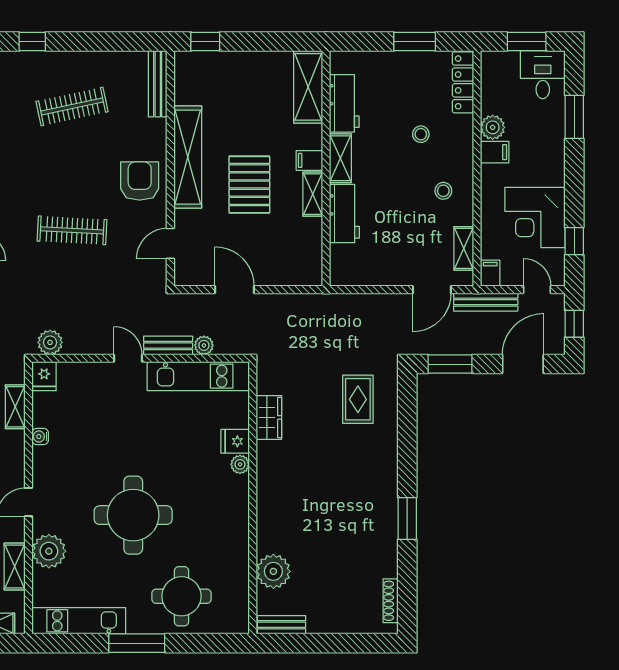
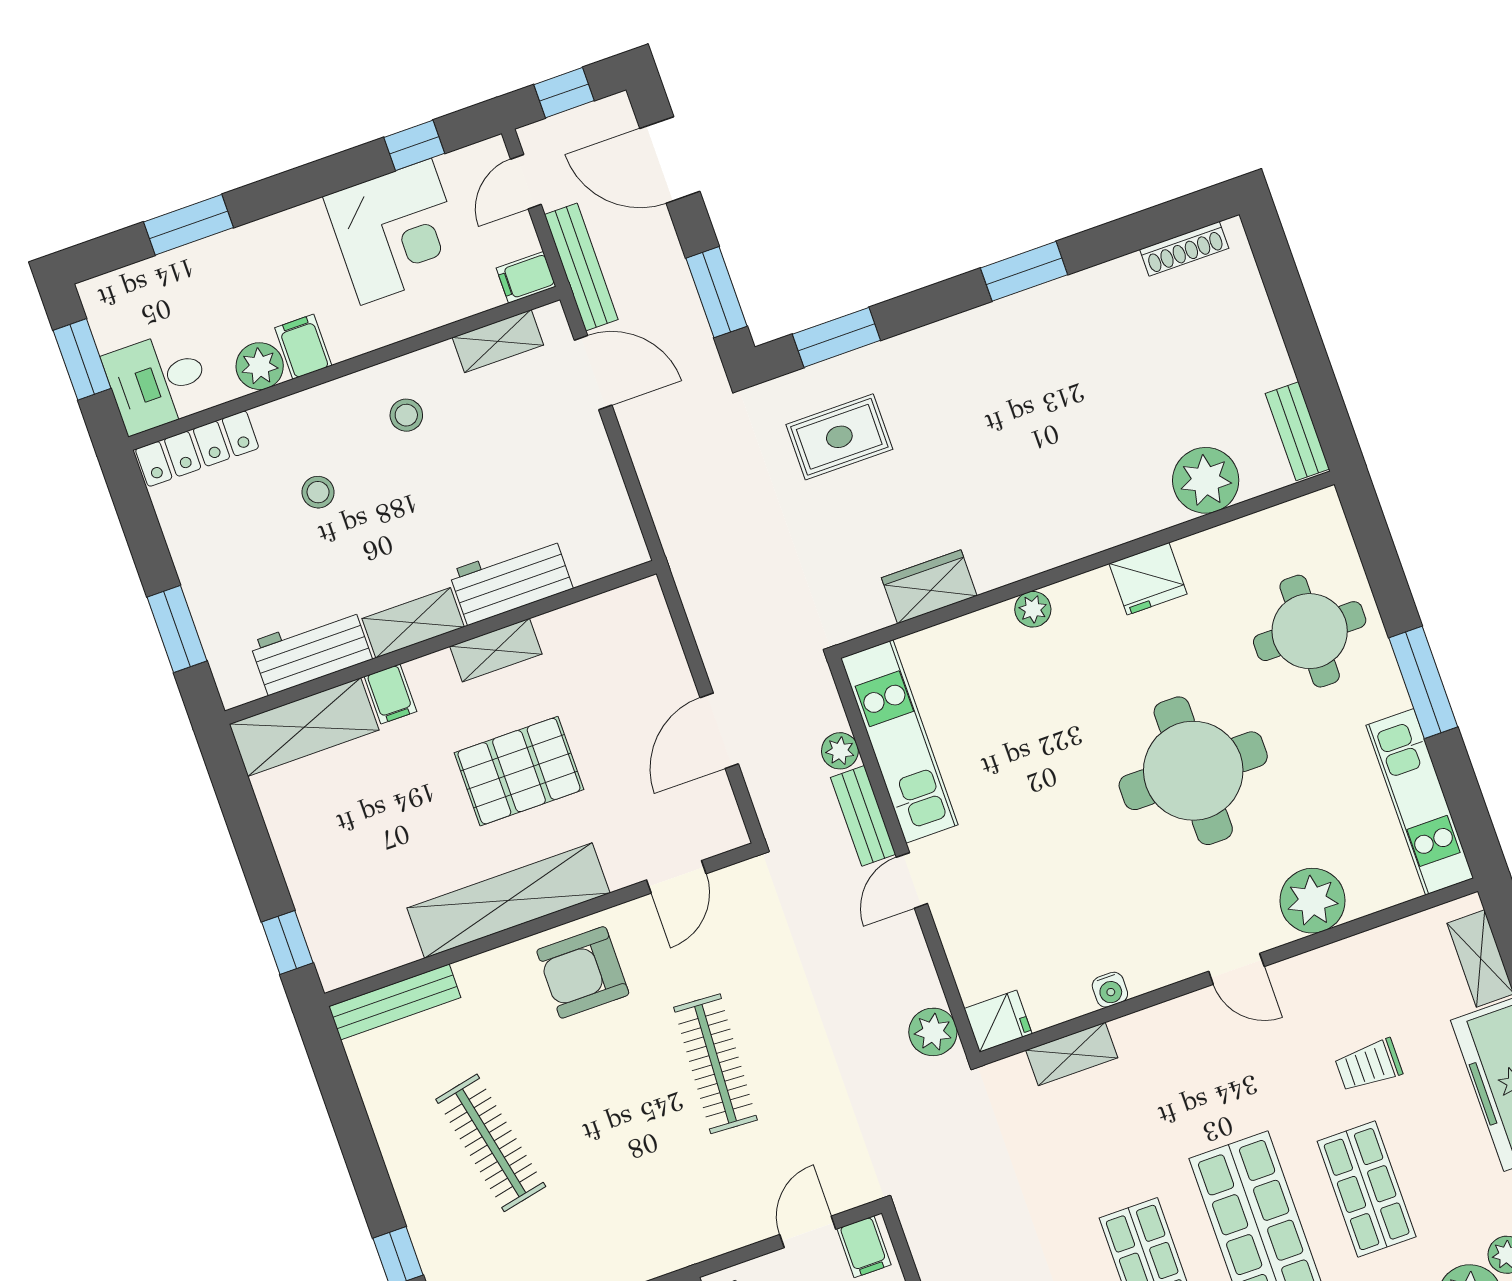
window: (415, 41) -> (177, 629), moved
desk: (543, 75) -> (158, 382), moved
filing cabinet: (309, 160) -> (390, 694), moved
door: (170, 243) -> (676, 877), hinge flipped
window: (407, 415) -> (836, 337), added
fridge: (235, 441) -> (1148, 579), moved, width x1.38
shelving: (15, 567) -> (1362, 953), removed

